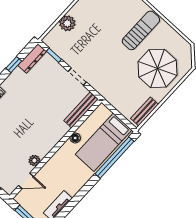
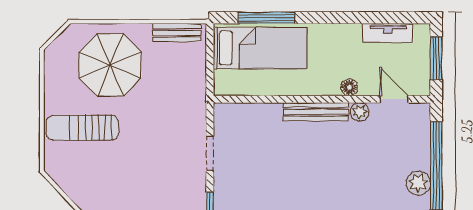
bench: (81, 110) -> (316, 112), moved
floor lamp: (75, 138) -> (349, 87), moved
window: (114, 158) -> (266, 18), width x0.68

